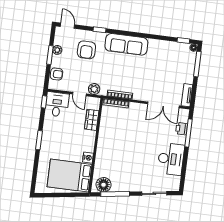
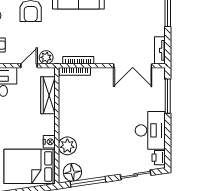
door: (79, 94) -> (29, 66), swing flipped
wardrobe: (92, 120) -> (48, 95), width x1.50
printer: (182, 129) -> (159, 158), moved
plant: (102, 163) -> (67, 146), added

